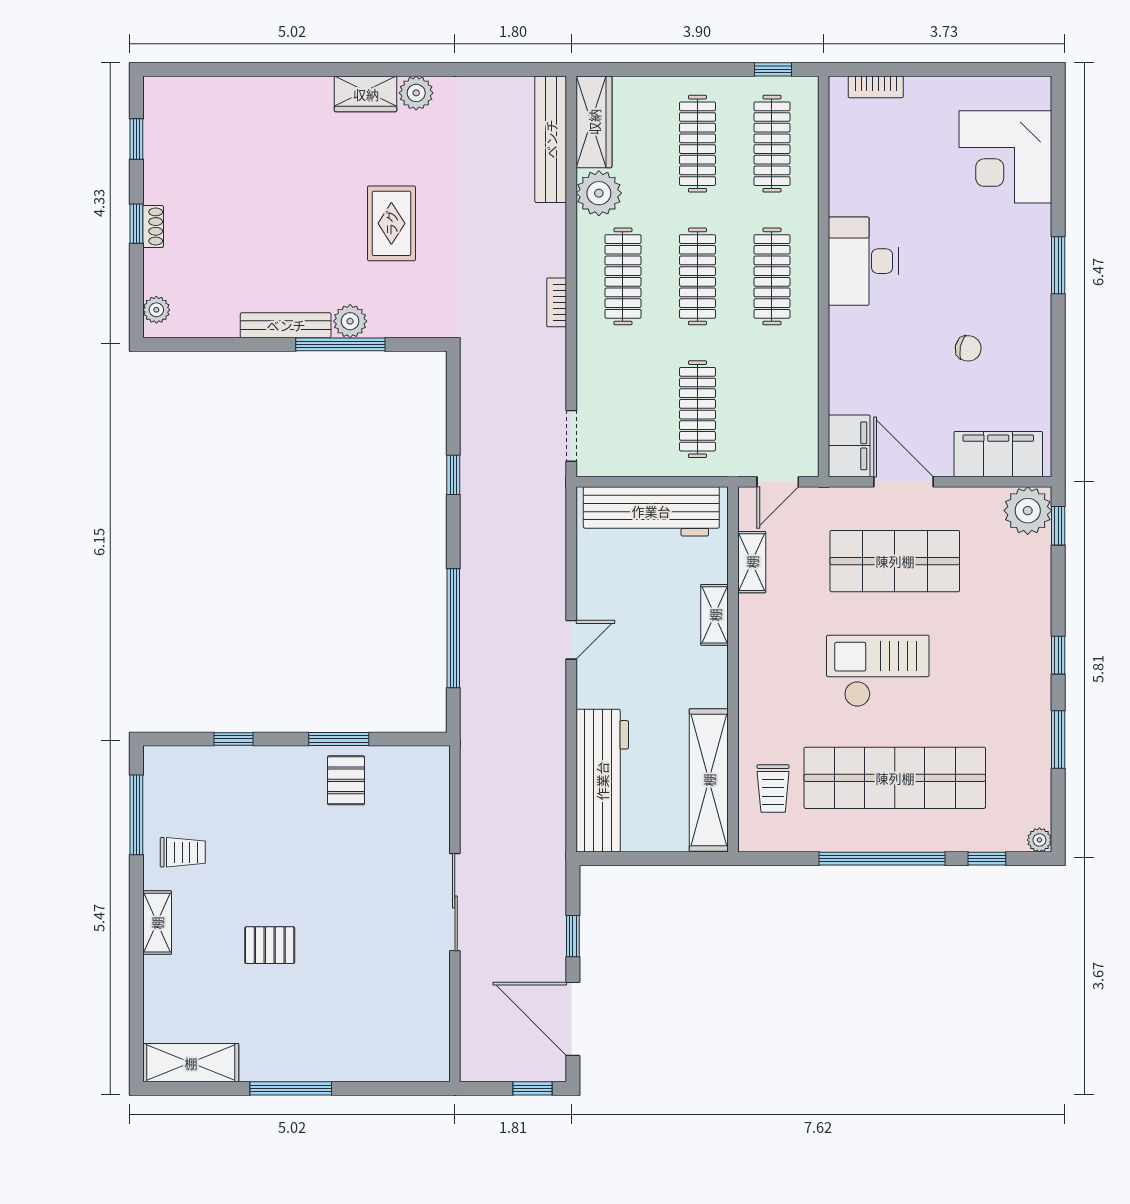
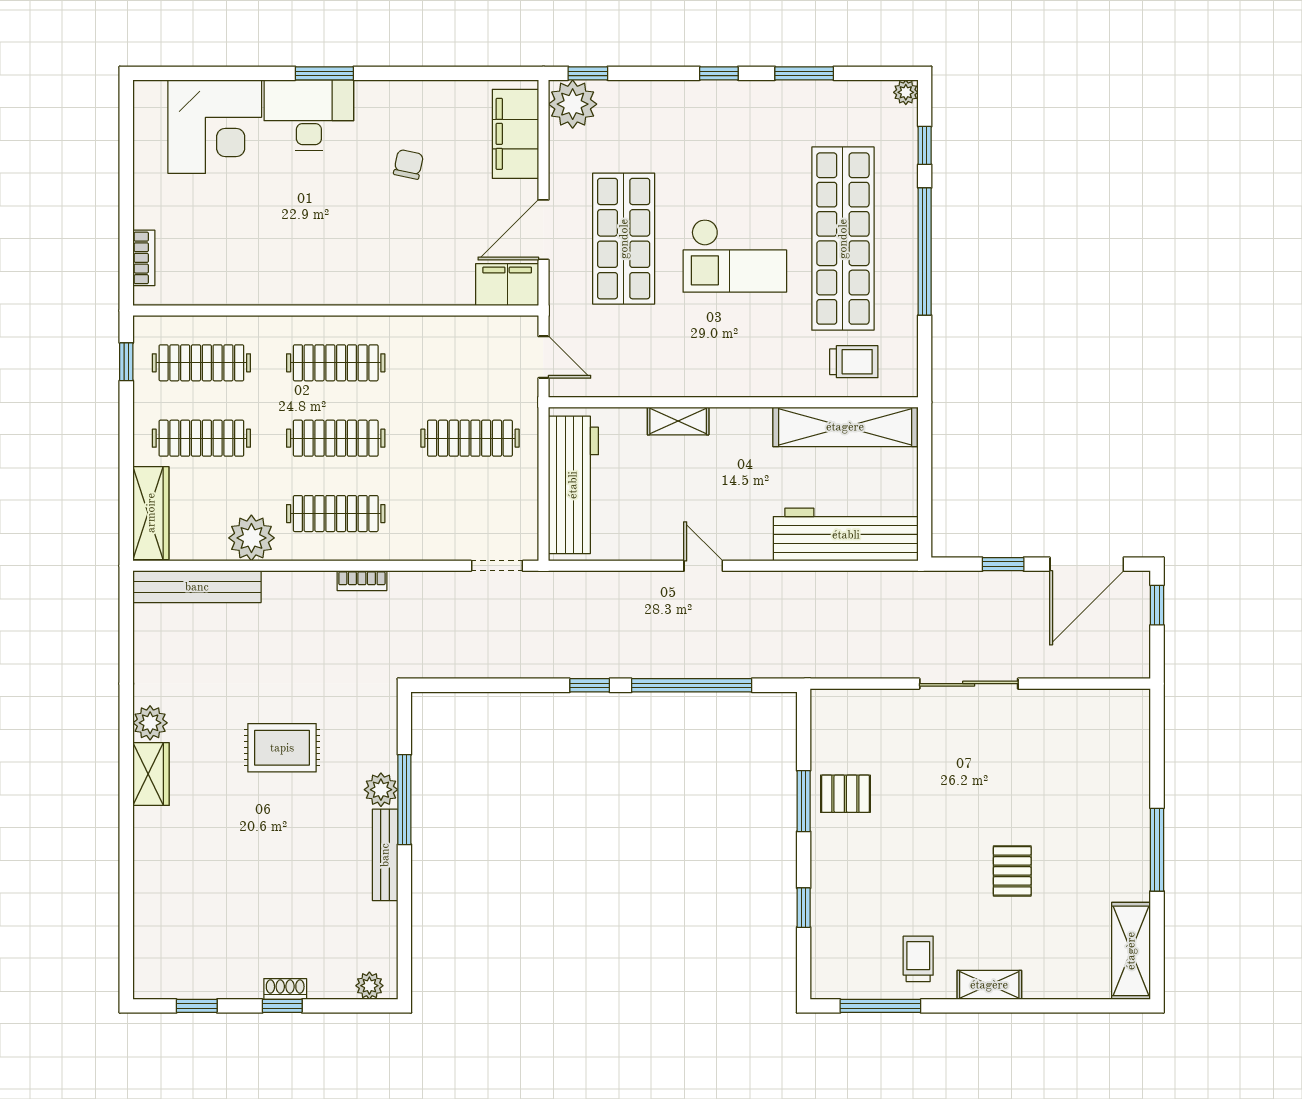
wardrobe: (594, 122) -> (151, 513), moved, turned 90
desk: (863, 261) -> (309, 115), moved, turned 180
window: (453, 475) -> (590, 685), moved
shelving: (752, 562) -> (625, 383), removed
checkout: (878, 671) -> (735, 256), turned -90

